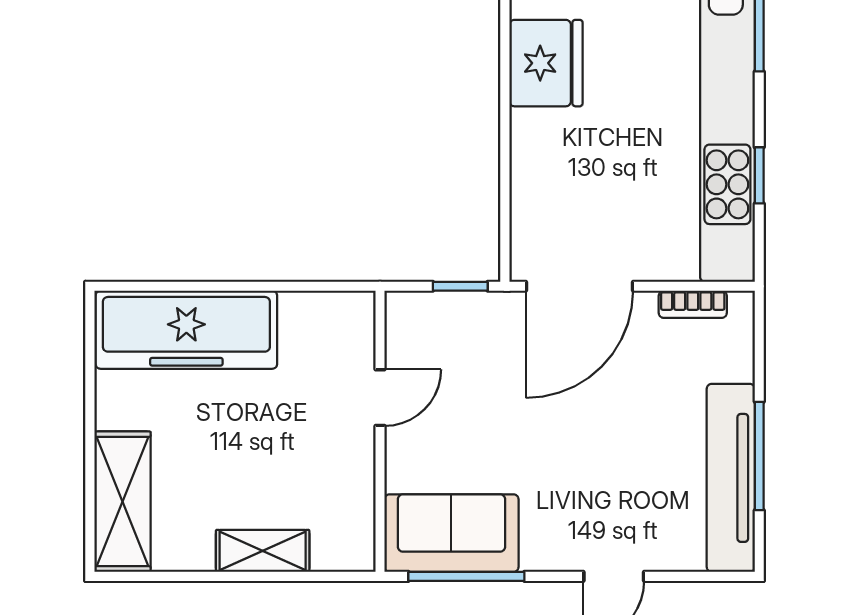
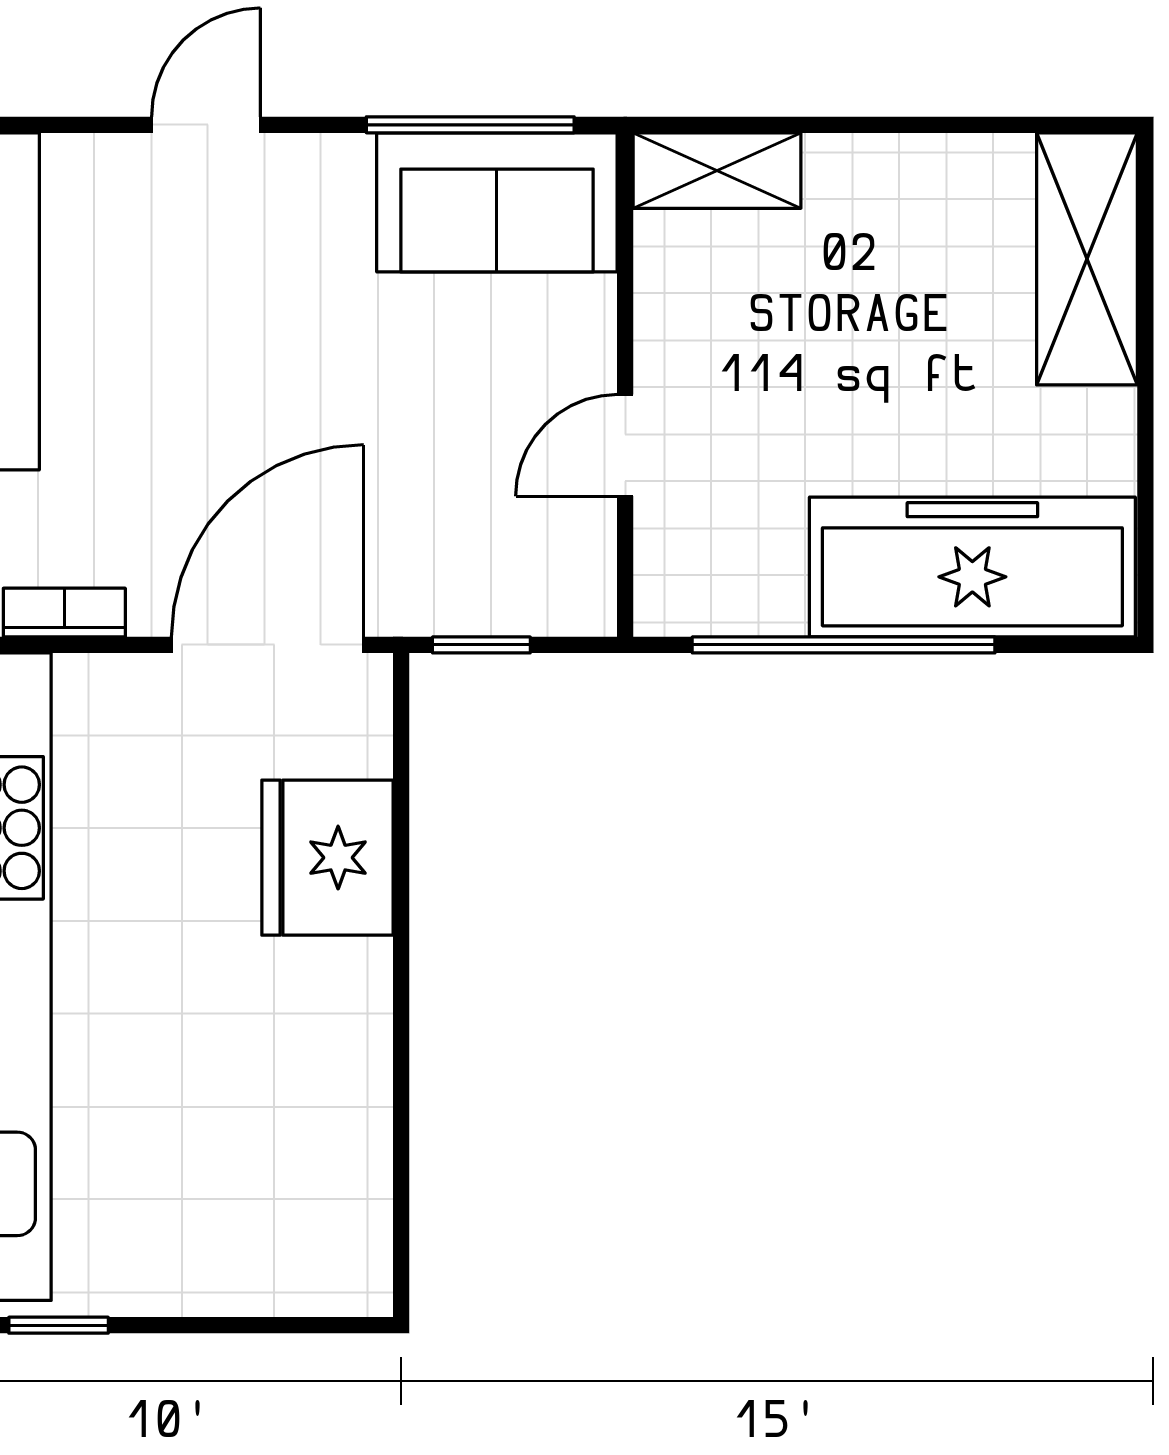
fridge: (546, 63) -> (327, 858), moved
window: (258, 286) -> (844, 645), added
shelving: (263, 551) -> (717, 171), moved

